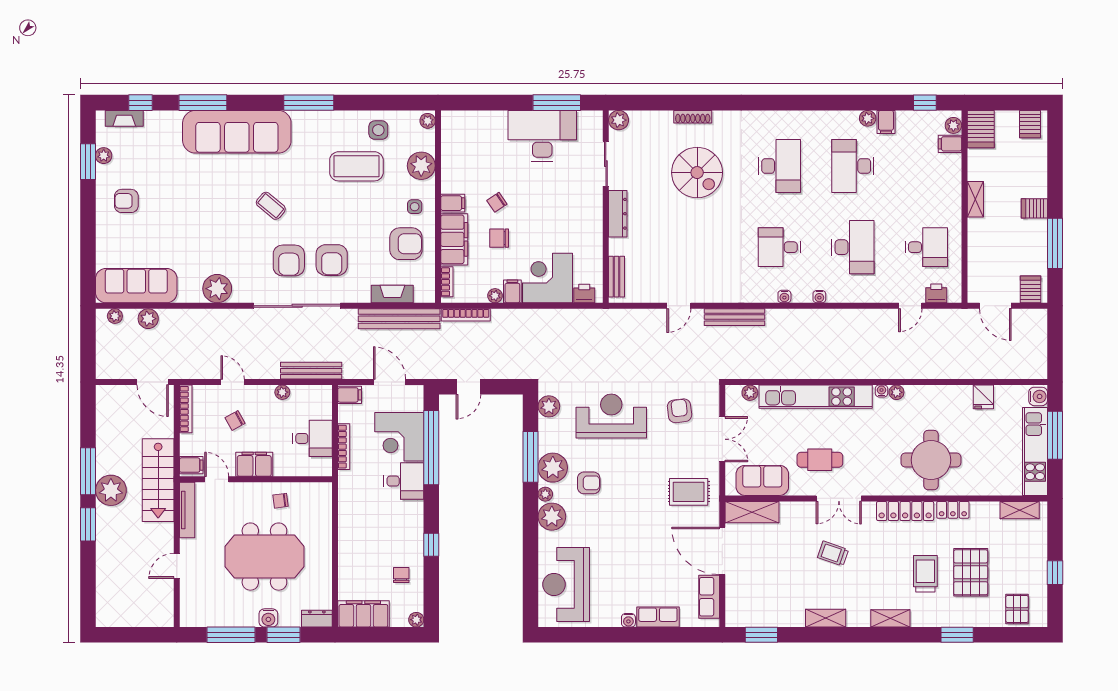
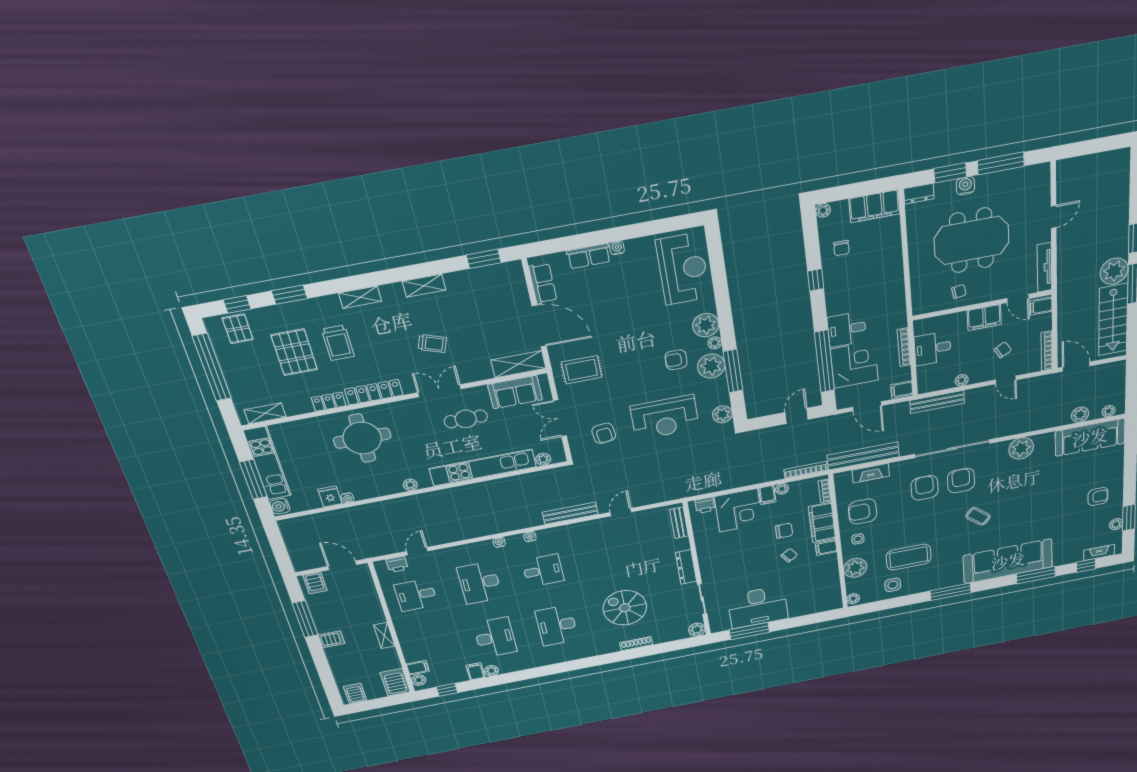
water cooler: (882, 391) -> (347, 498), moved
stairs: (158, 480) -> (1113, 320), moved, turned 180
window: (1055, 573) -> (212, 367), width x3.17
window: (1009, 635) -> (237, 304), added

